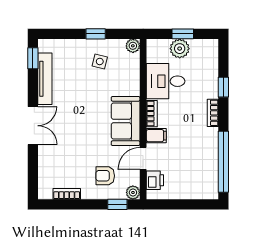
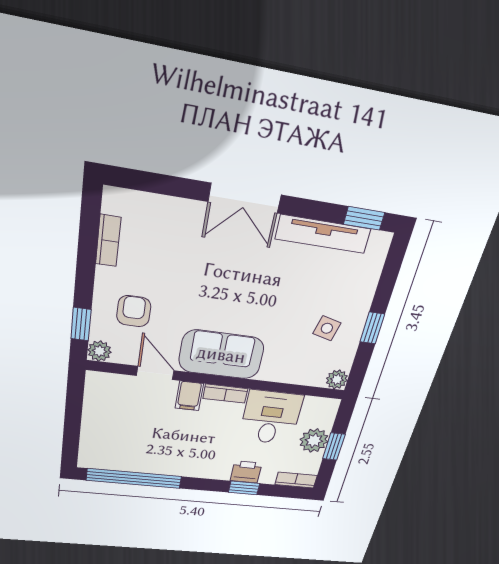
bookcase: (213, 113) -> (296, 480), moved
printer: (155, 180) -> (246, 472), moved, turned 180

